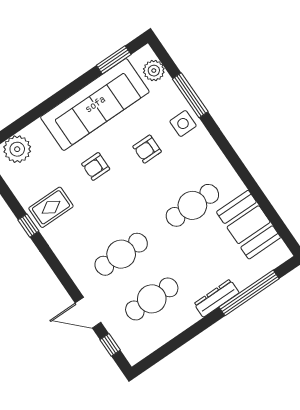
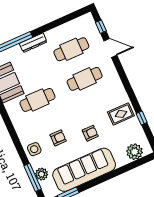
plant: (154, 71) -> (42, 174), moved
window: (190, 95) -> (33, 177), moved
window: (28, 226) -> (142, 118), moved

